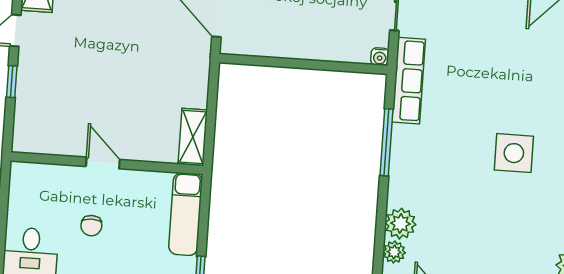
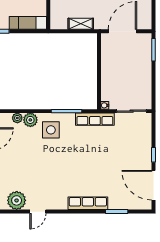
shelving: (193, 137) -> (81, 24), moved
side table: (514, 153) -> (51, 130), moved

